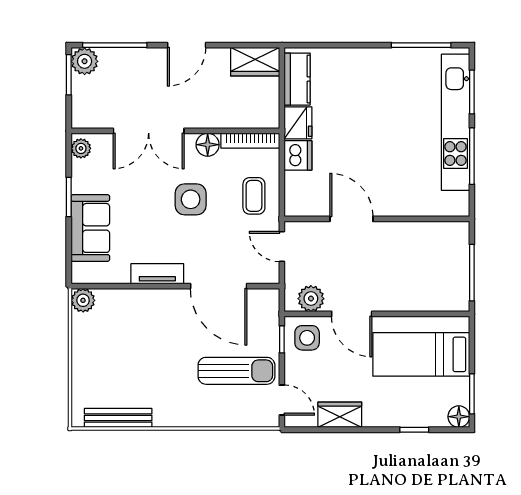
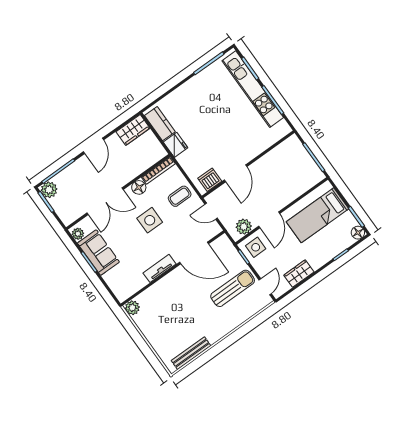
dishwasher: (298, 155) -> (210, 180), moved, turned -90
coffee table: (254, 196) -> (180, 196), turned 90
door: (351, 219) -> (236, 173), swing flipped
sofa: (90, 228) -> (98, 253), moved
door: (352, 314) -> (269, 220), hinge flipped
door: (282, 400) -> (265, 287), hinge flipped

